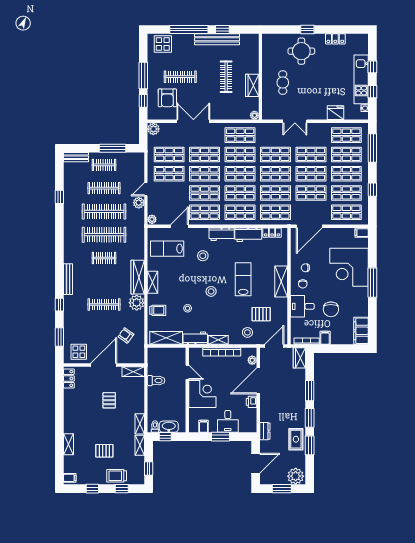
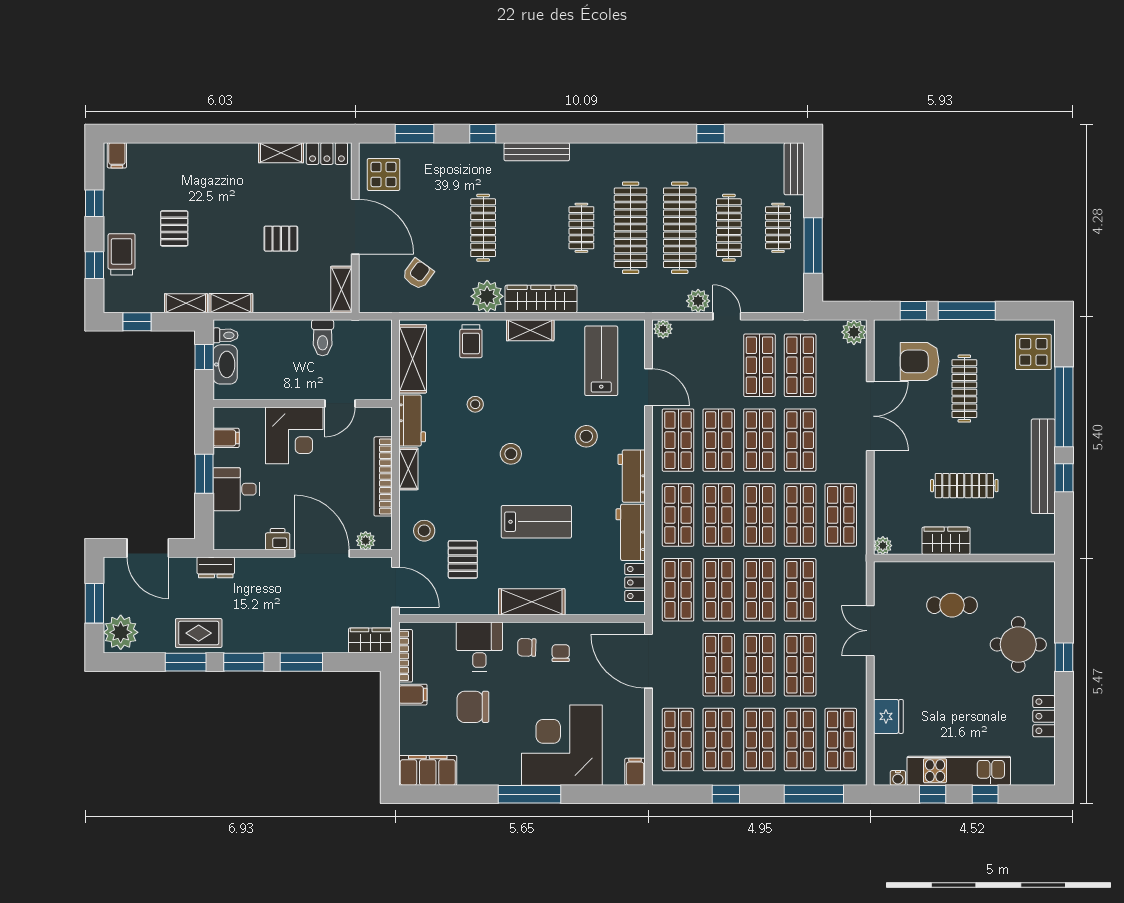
shelving: (68, 444) -> (281, 153), moved

